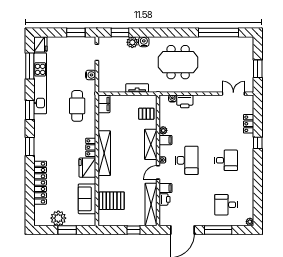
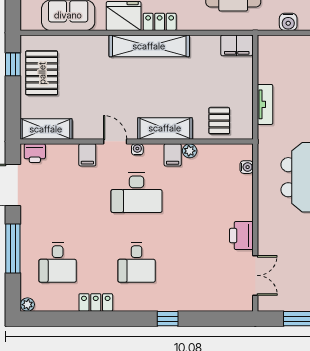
printer: (185, 101) -> (241, 236), moved
locker: (249, 124) -> (96, 302), moved
printer: (165, 199) -> (35, 153), moved
pallet: (112, 201) -> (42, 73), moved
shelving: (151, 204) -> (46, 129), width x0.68
desk: (226, 205) -> (58, 262), turned 180
window: (133, 230) -> (13, 64), moved

